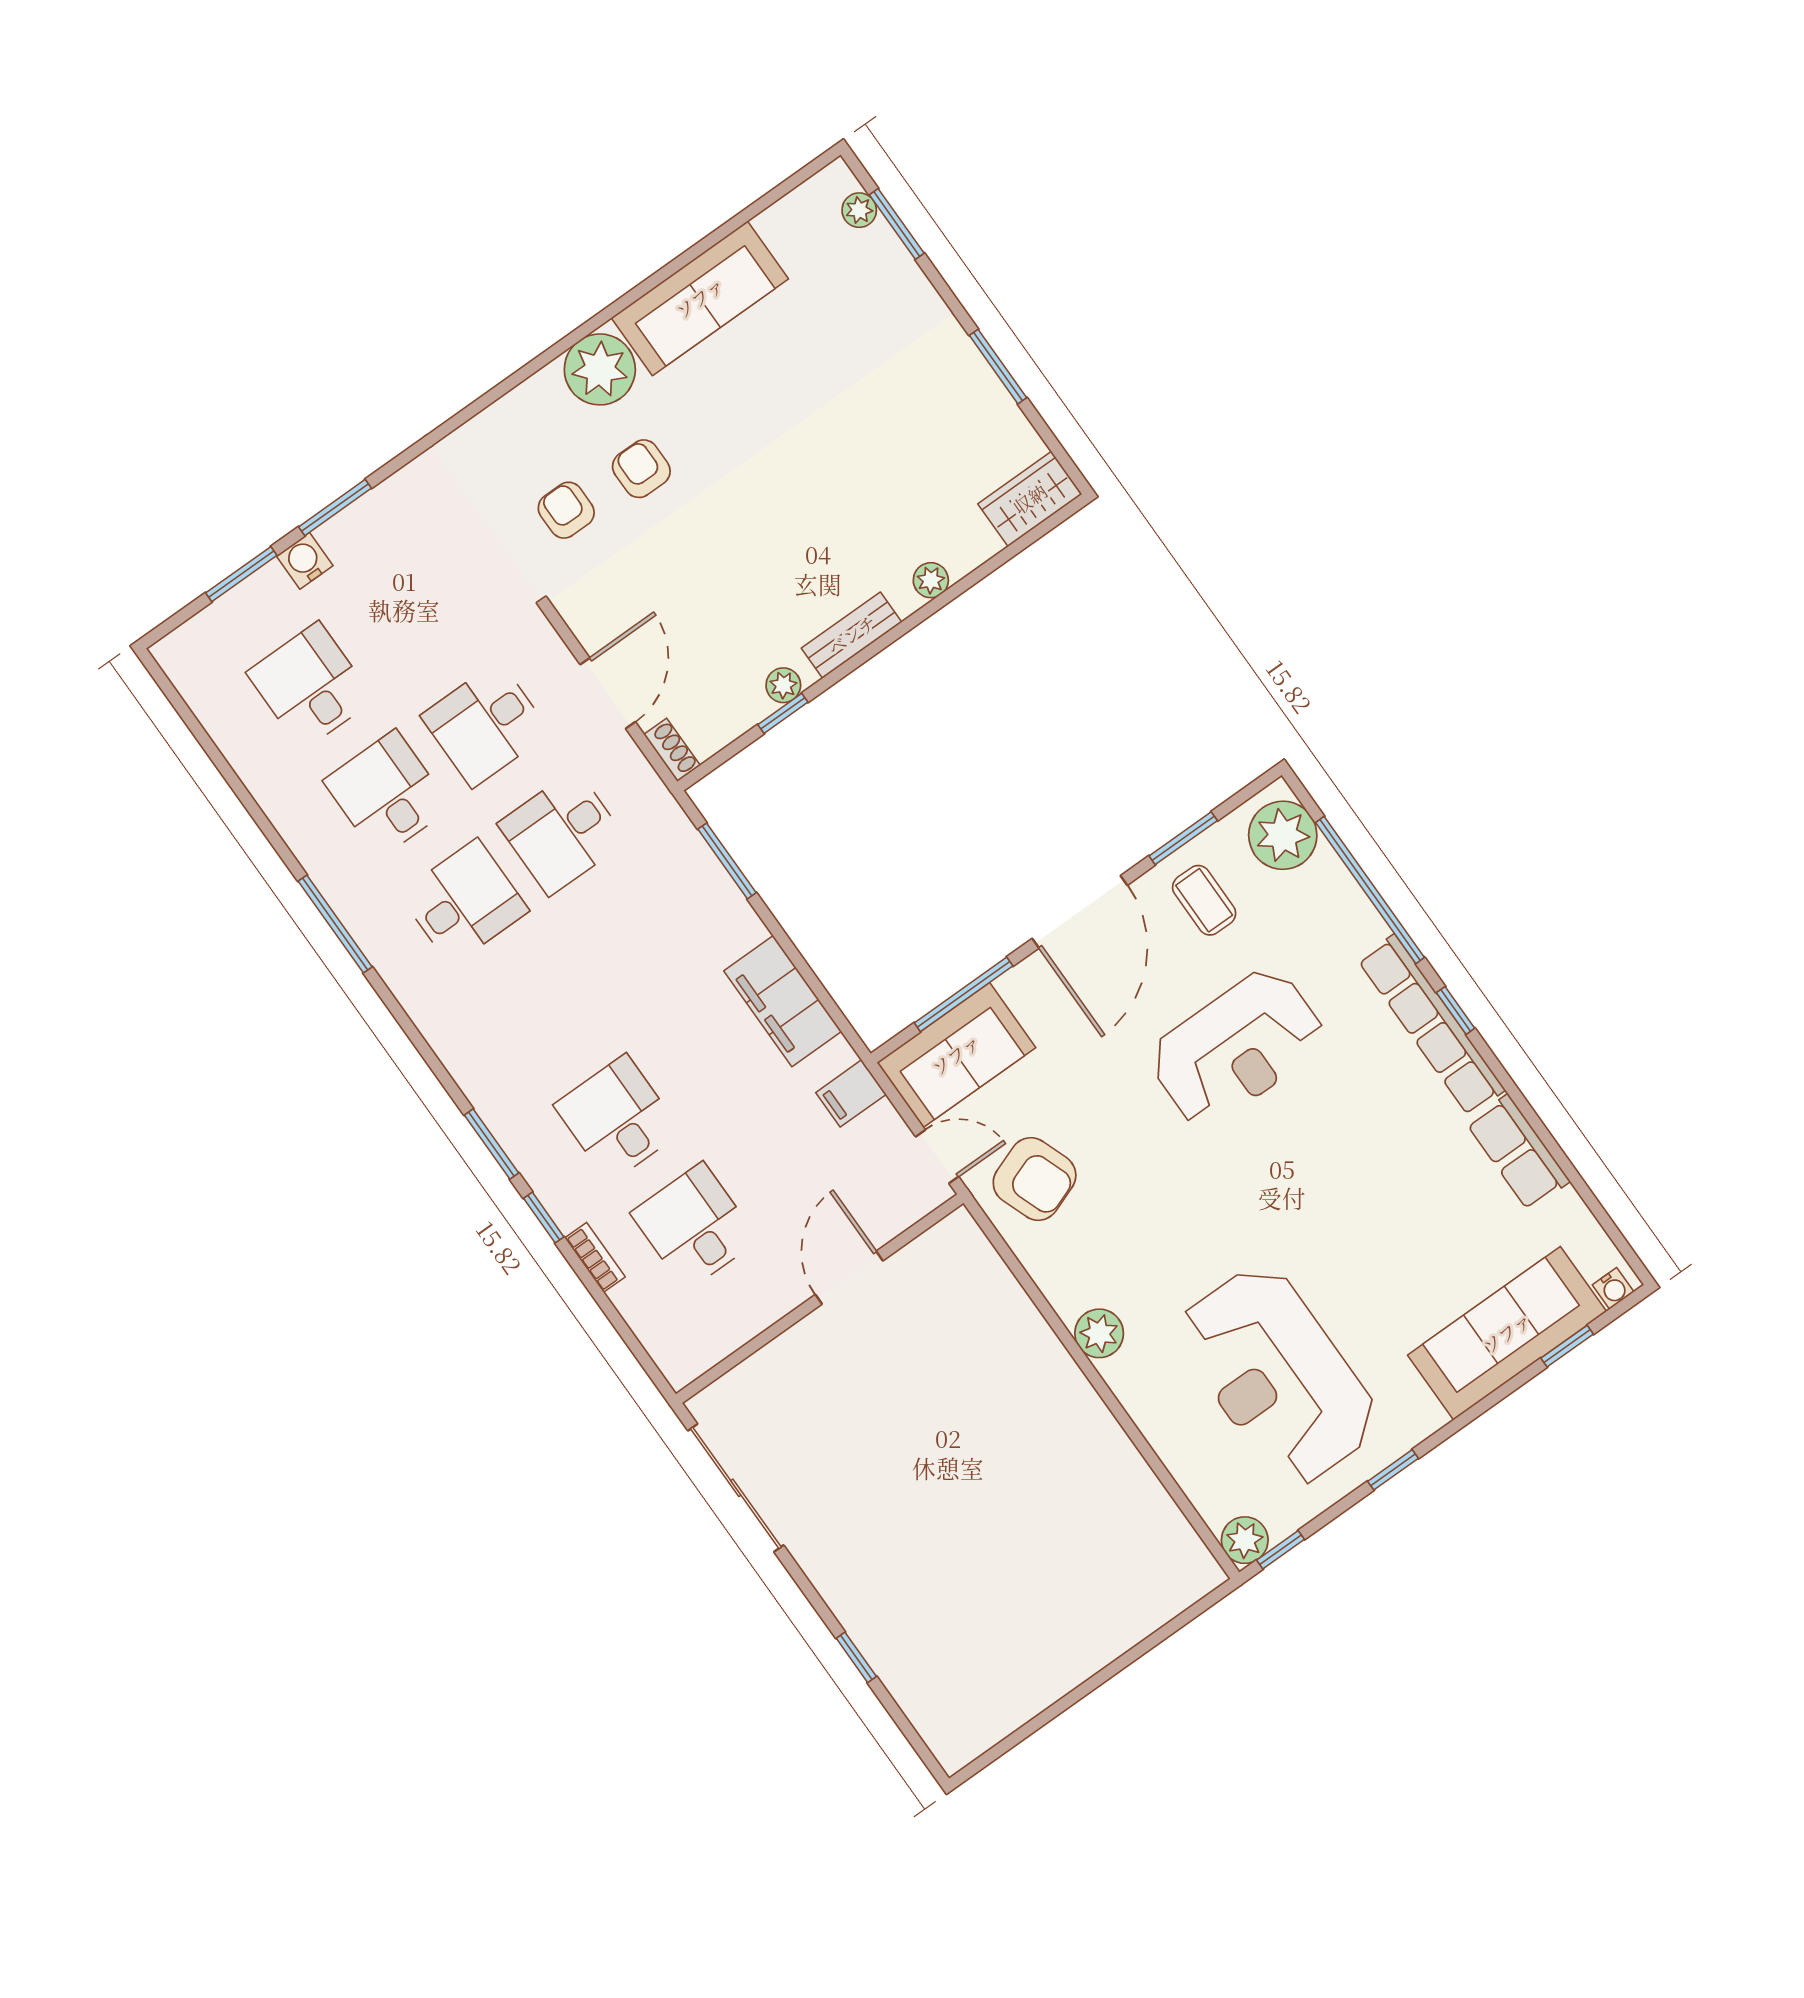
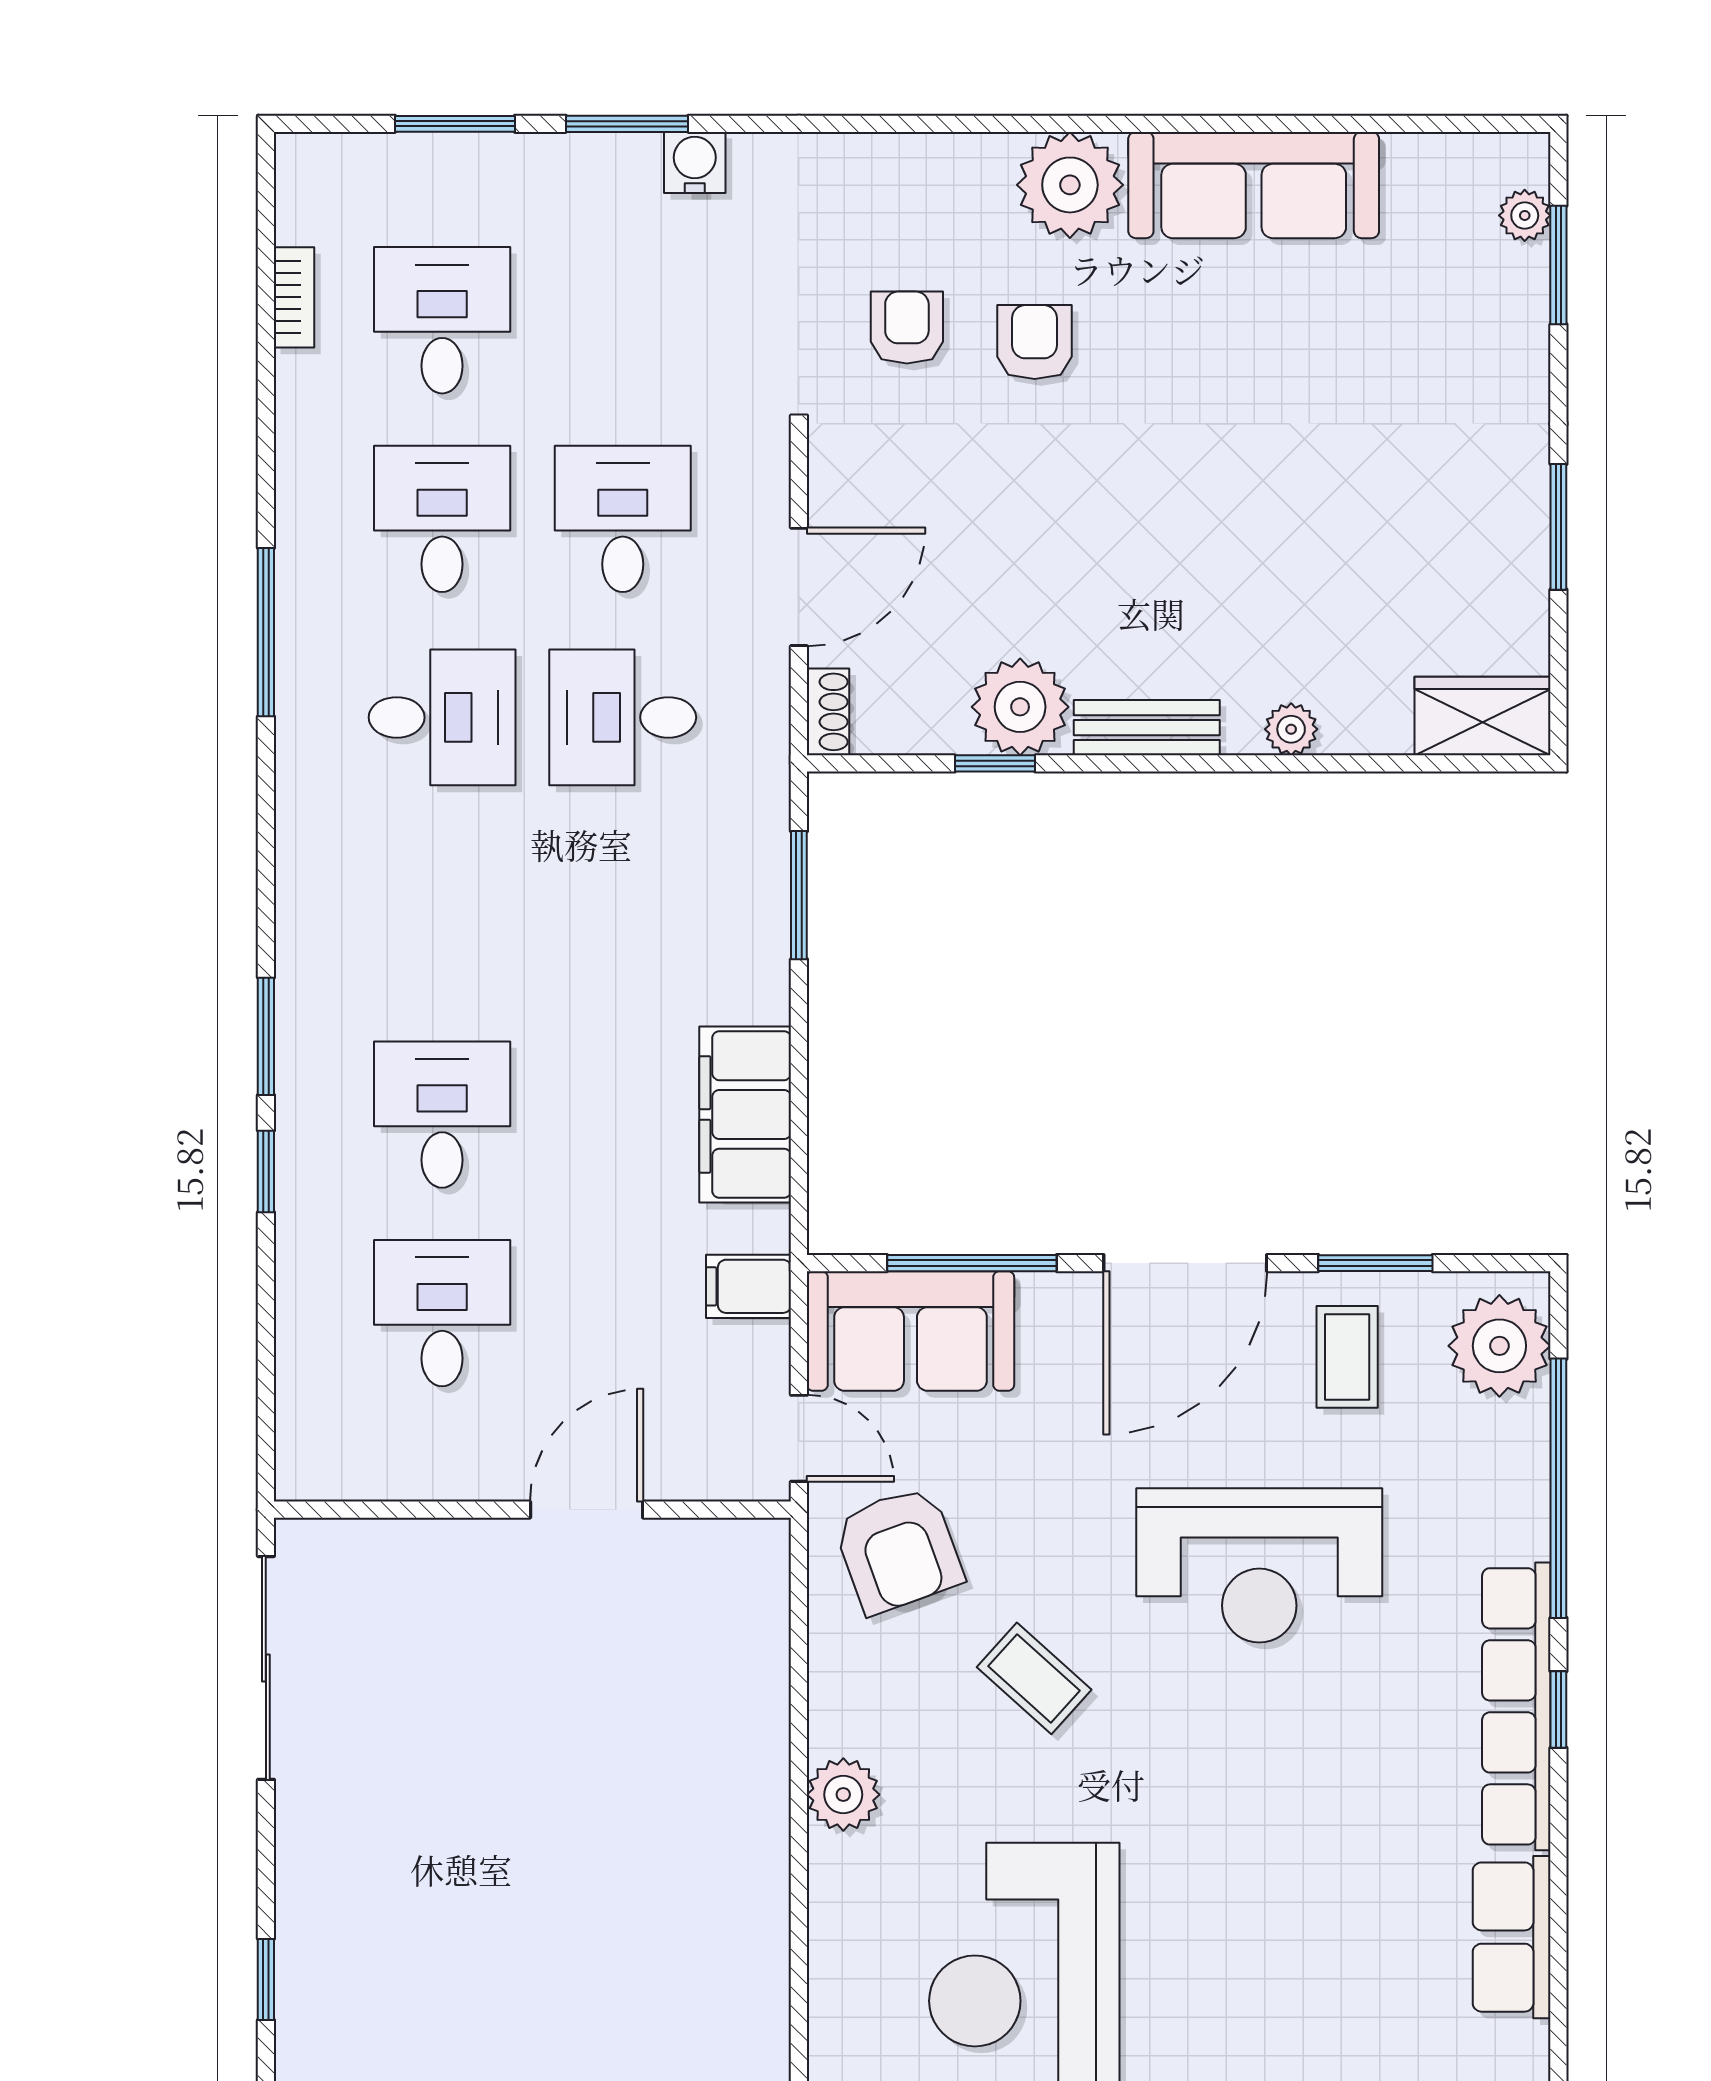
water cooler: (305, 561) -> (695, 162), moved
plant: (783, 685) -> (1020, 707), width x1.87, depth x1.87
desk: (486, 724) -> (623, 519), turned 90
coffee table: (1158, 1196) -> (1034, 1678), added
bookcase: (595, 1257) -> (294, 297), moved

